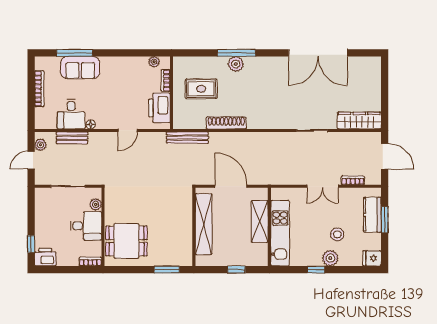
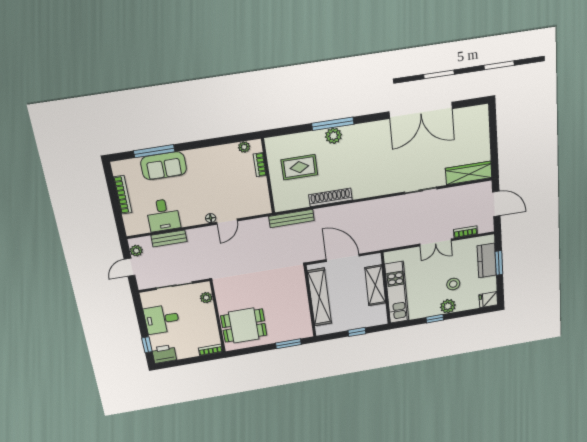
printer: (159, 108) -> (257, 194), removed
floor lamp: (91, 124) -> (211, 218), moved
desk: (86, 226) -> (162, 319), moved, turned 180

